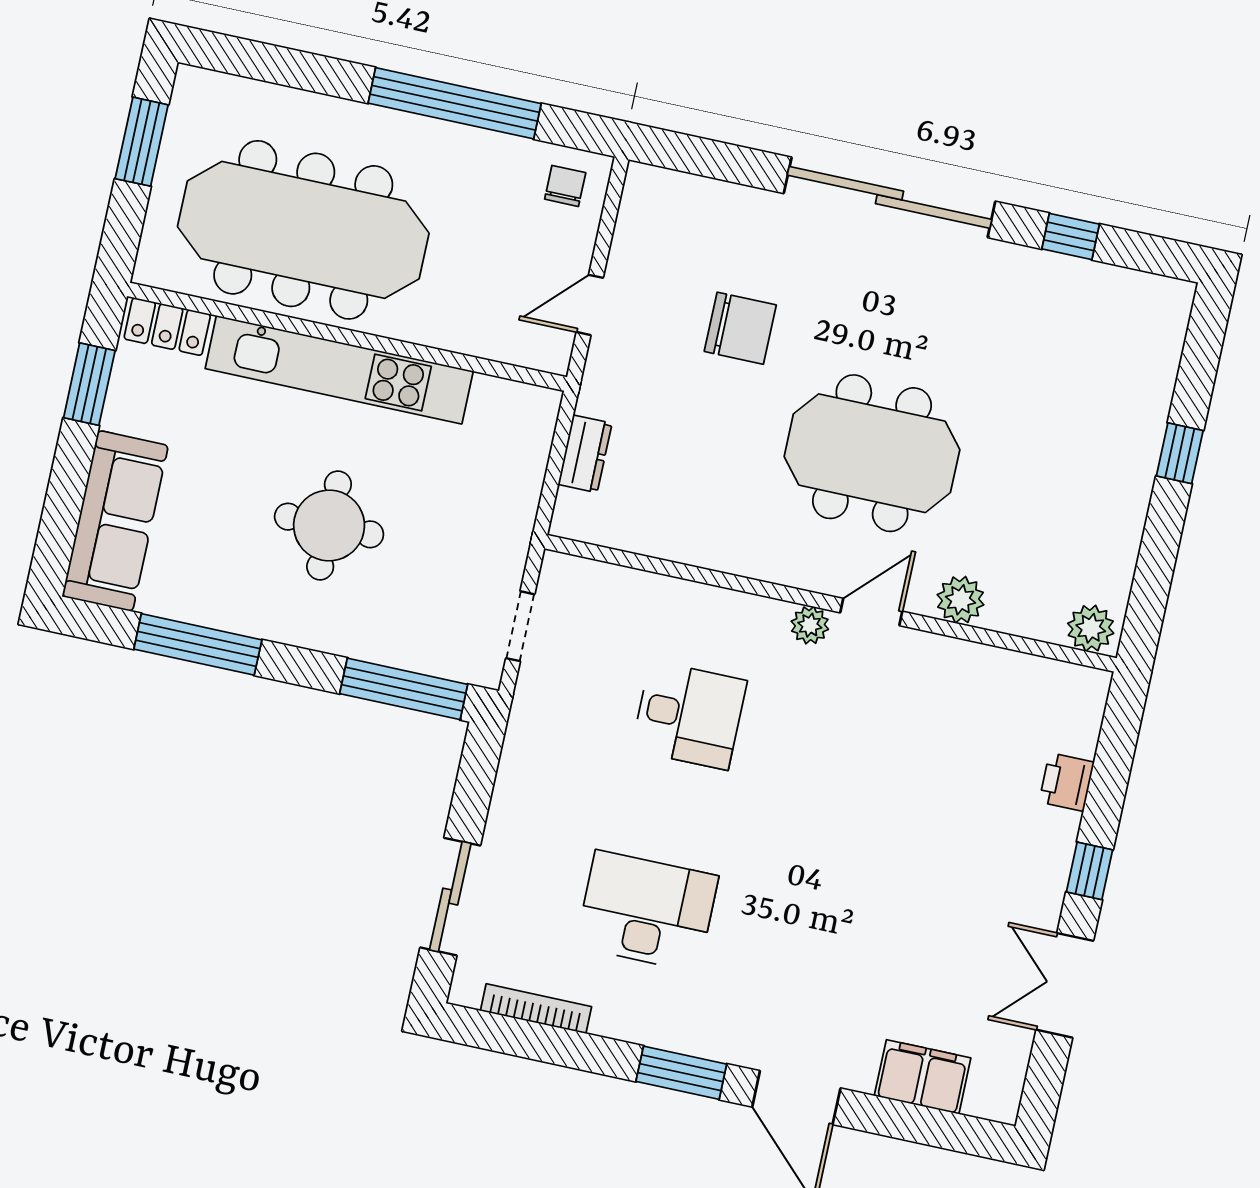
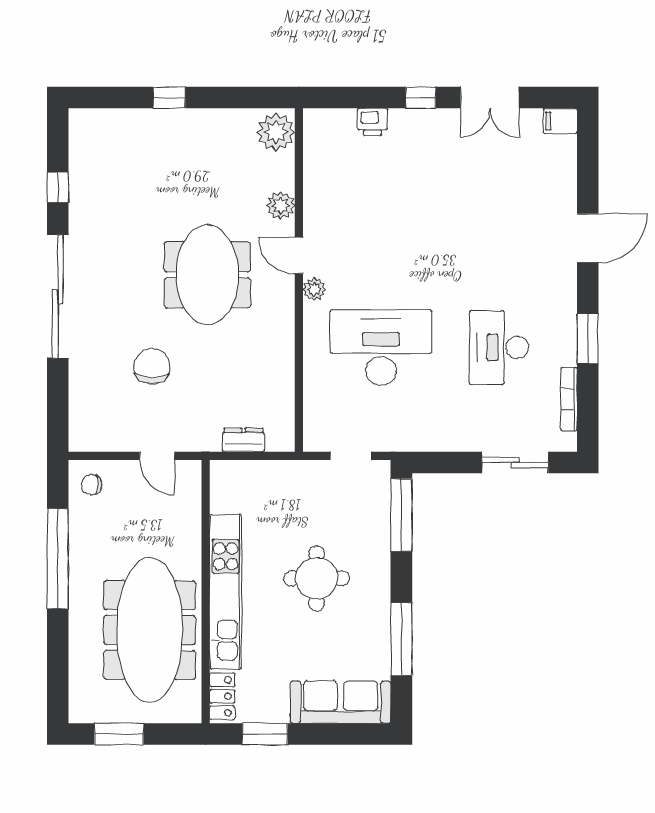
plant: (1091, 628) -> (276, 132), width x1.36, depth x1.36
desk: (689, 715) -> (381, 347), width x1.87, depth x1.30
window: (681, 1073) -> (588, 339), moved
filing cabinet: (923, 1077) -> (560, 121), moved, width x0.50

